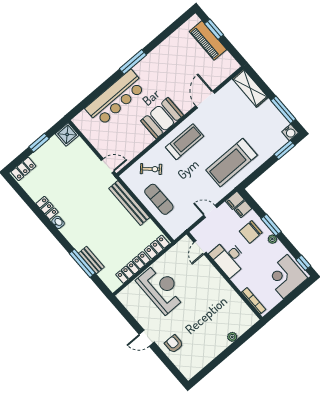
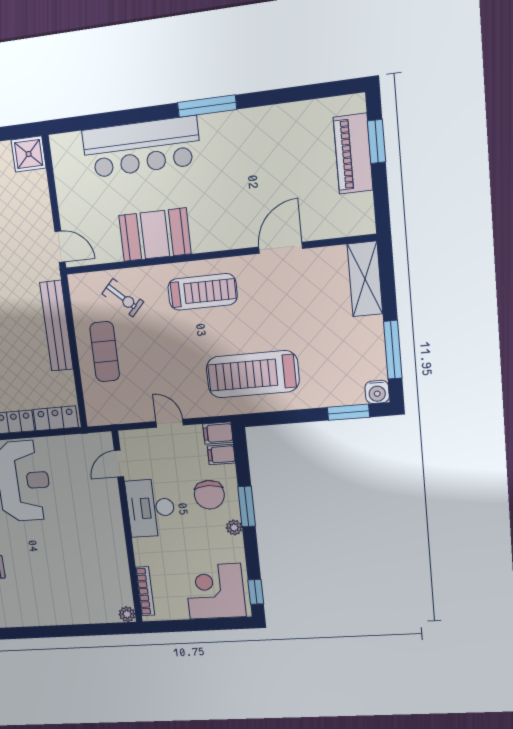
booth: (162, 118) -> (155, 235), moved
chair: (251, 232) -> (209, 495), turned -90
plant: (232, 337) -> (127, 614), moved

